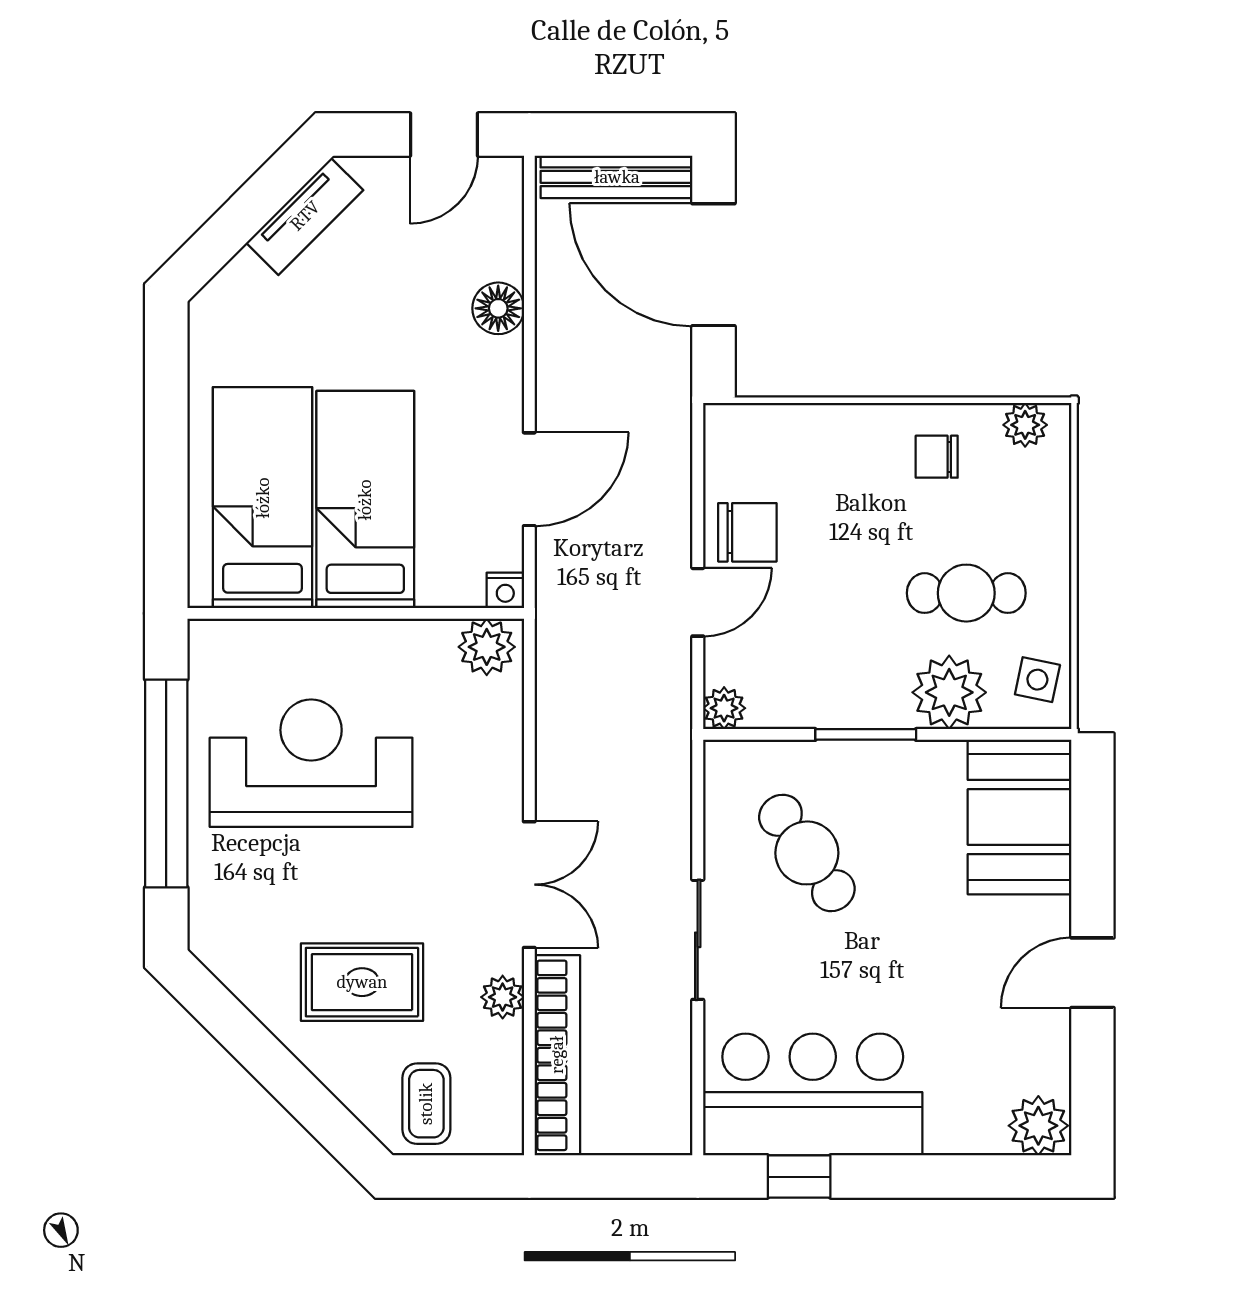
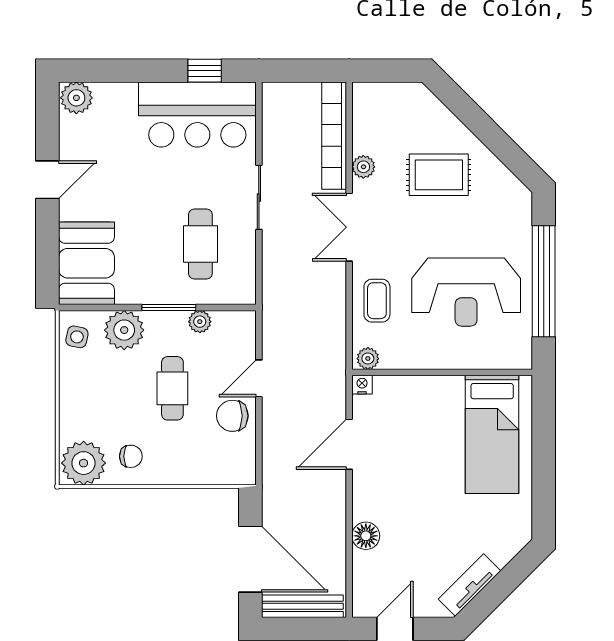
plant: (1025, 425) -> (84, 463), width x1.88, depth x1.88
bed: (365, 500) -> (437, 433), removed
cafe table: (966, 593) -> (172, 388), moved, turned 90
plant: (487, 647) -> (368, 359), width x0.73, depth x0.73
plant: (724, 708) -> (200, 322), moved
cafe table: (807, 853) -> (200, 244), turned 35
coffee table: (426, 1104) -> (377, 301), moved

